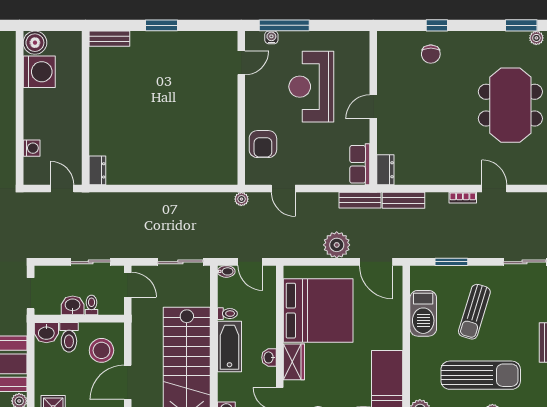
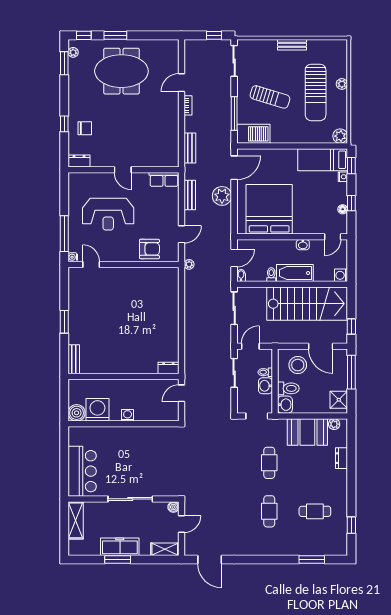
water cooler: (271, 37) -> (73, 257), moved
washing machine: (32, 148) -> (128, 415), moved
dresser: (385, 170) -> (79, 161), moved
bench: (360, 200) -> (190, 195), moved
window: (451, 262) -> (234, 114), width x1.44
barbecue: (423, 313) -> (253, 134), moved
wardrobe: (294, 362) -> (306, 227), removed
sun lounger: (481, 375) -> (316, 92), turned 180

